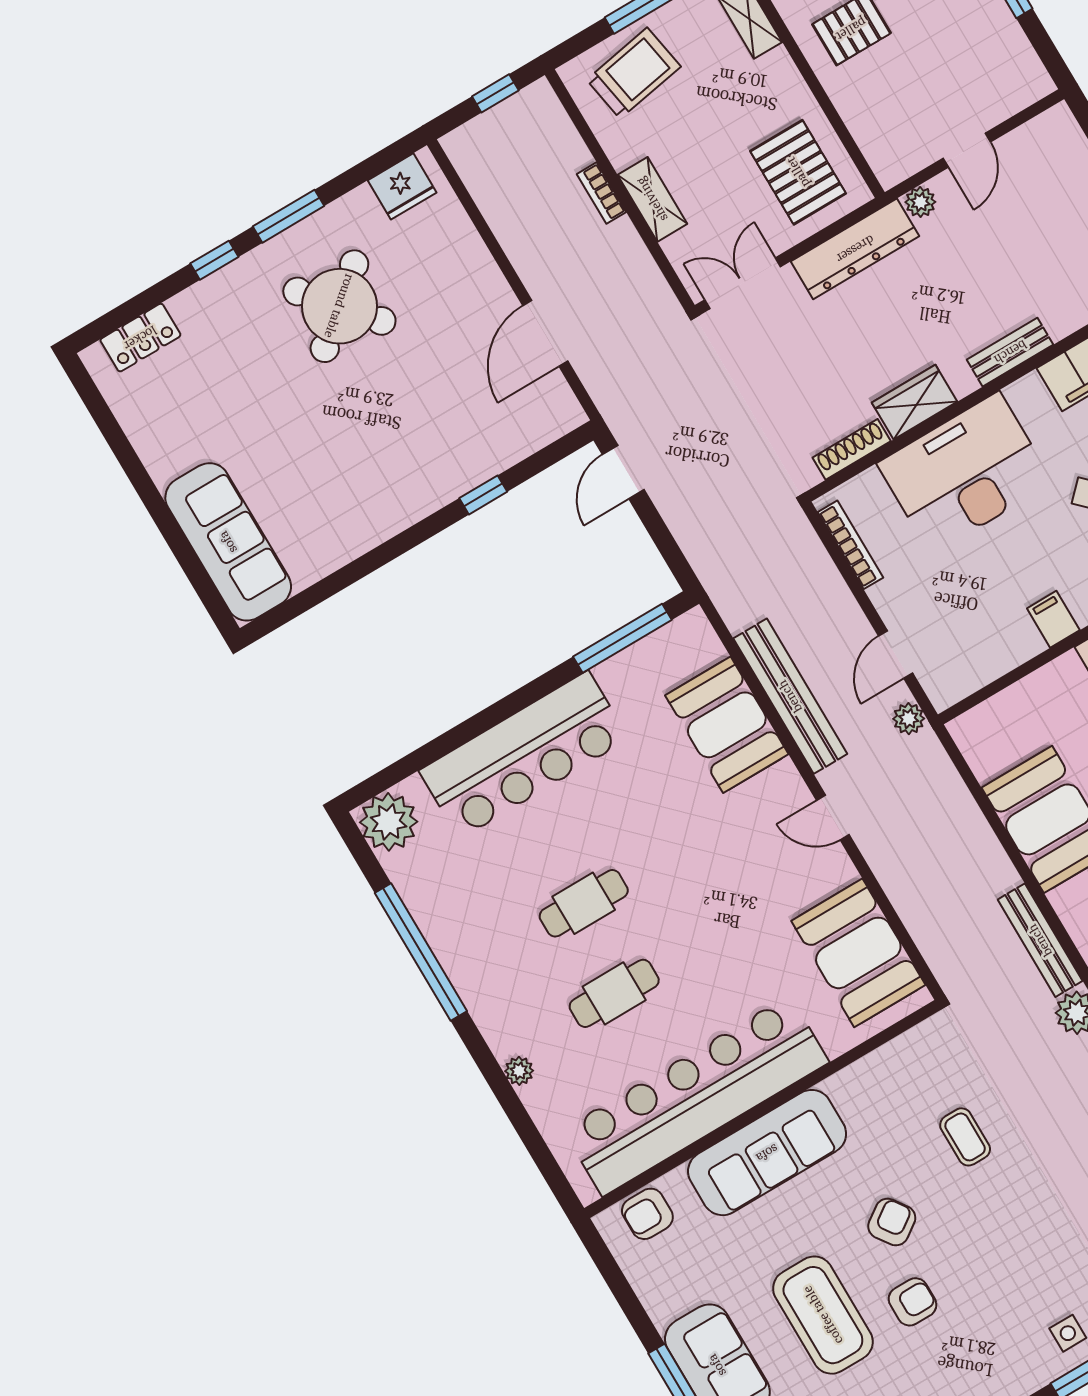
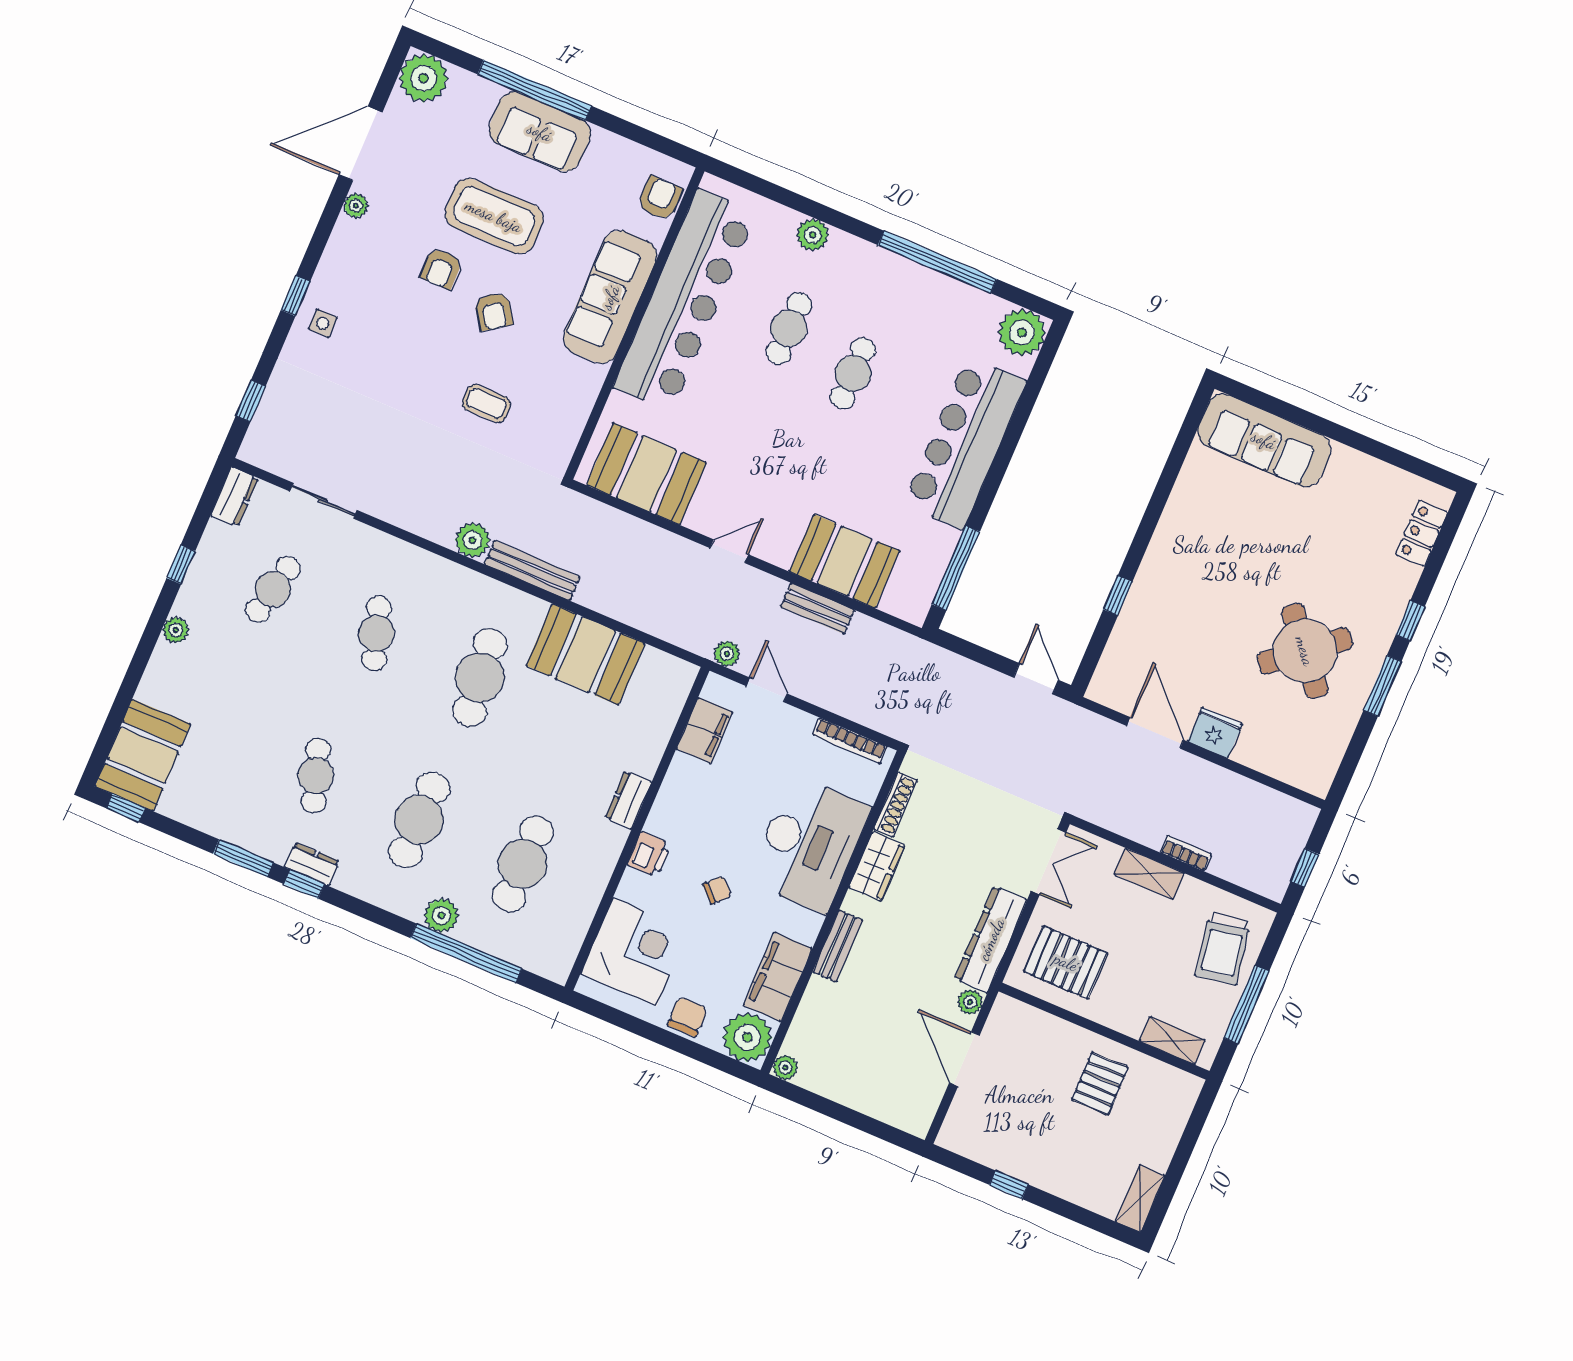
door: (967, 150) -> (964, 1059), width x1.38
fridge: (402, 186) -> (1215, 733), moved, turned 90
filing cabinet: (1053, 619) -> (705, 730), moved, width x2.00
bench: (790, 696) -> (817, 608), width x0.54, depth x0.82
plant: (519, 1071) -> (813, 235), width x1.38, depth x1.38

